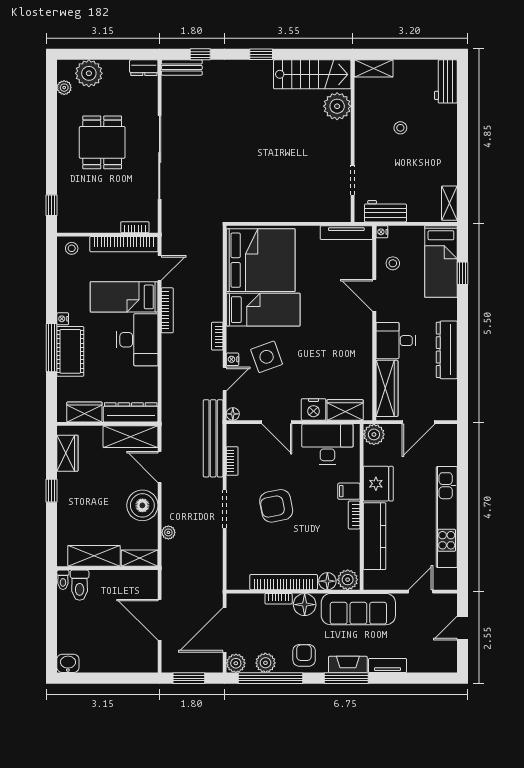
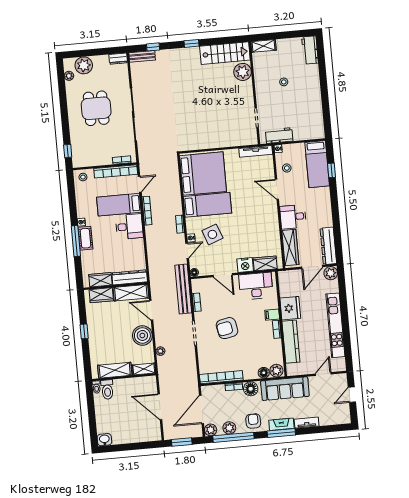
shelving: (449, 203) -> (319, 127), removed
desk: (137, 340) -> (129, 227), width x0.73
dresser: (447, 350) -> (328, 246), moved
cot: (70, 351) -> (85, 238), width x0.73, depth x0.75
plant: (374, 434) -> (331, 273), moved
wardrobe: (67, 453) -> (101, 295), moved, turned 90
bookcase: (284, 582) -> (221, 377), moved

